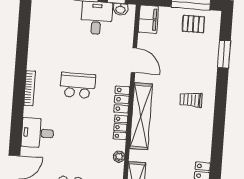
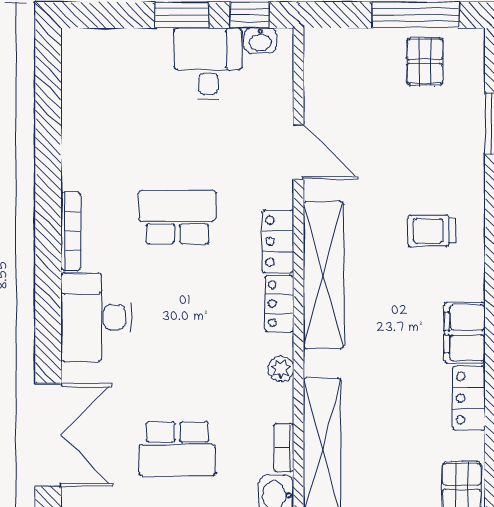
filing cabinet: (148, 19) -> (465, 333), moved, turned 180
pallet: (193, 24) -> (425, 62), turned 90
desk: (38, 133) -> (96, 317), width x1.37

